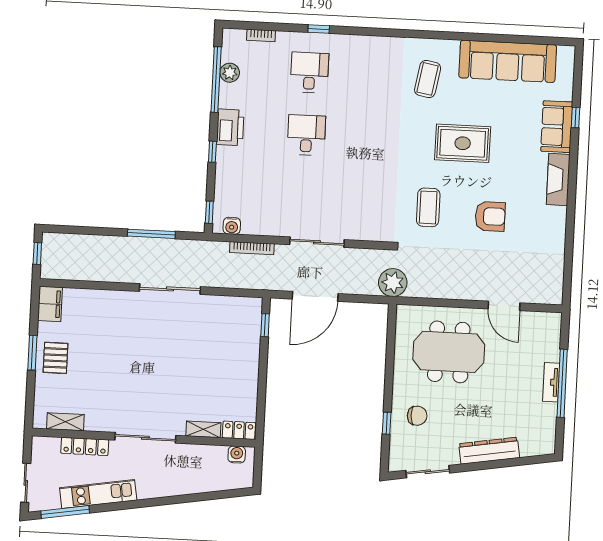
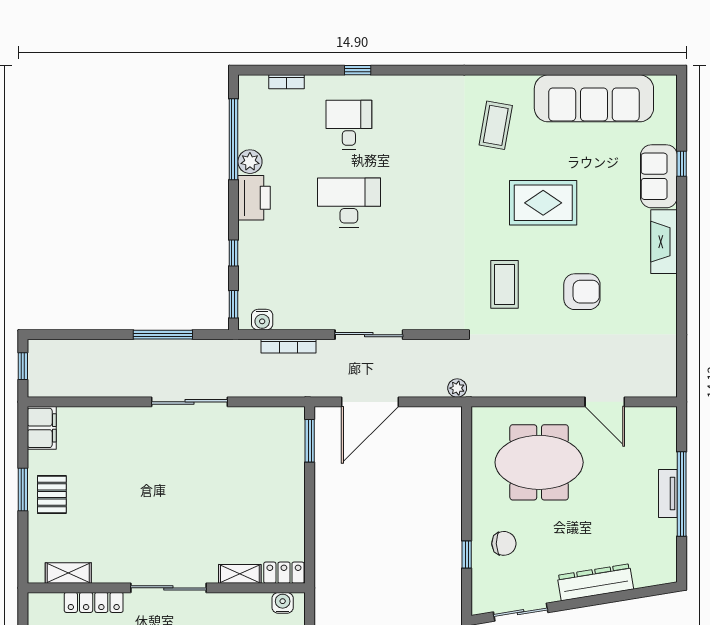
plant: (230, 73) -> (250, 162), moved
desk: (306, 135) -> (349, 202), width x1.37
window: (212, 152) -> (233, 253), moved
plant: (393, 283) -> (457, 388), width x0.53, depth x0.53
window: (265, 325) -> (310, 441), width x1.50

